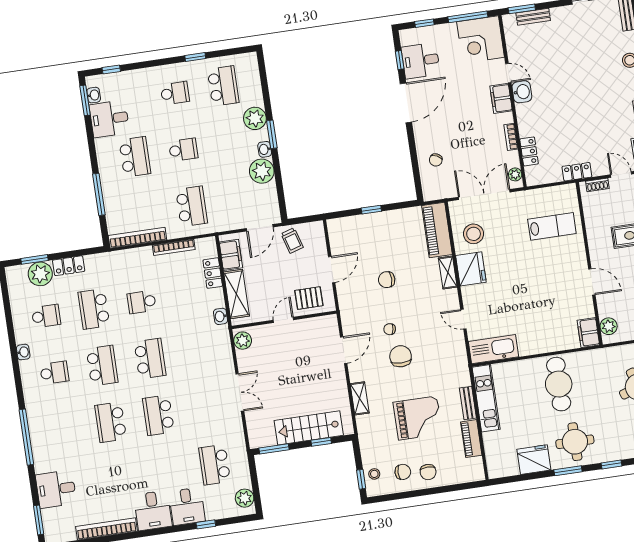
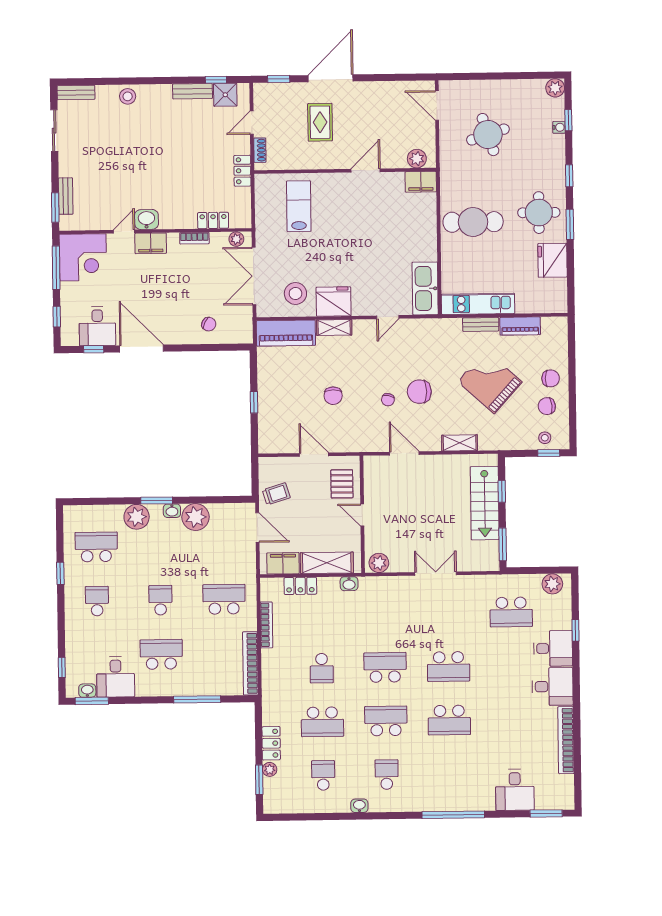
plant: (40, 274) -> (270, 769), width x0.53, depth x0.53
grand piano: (418, 418) -> (490, 382), turned -48
chair: (403, 472) -> (547, 406), turned -96

